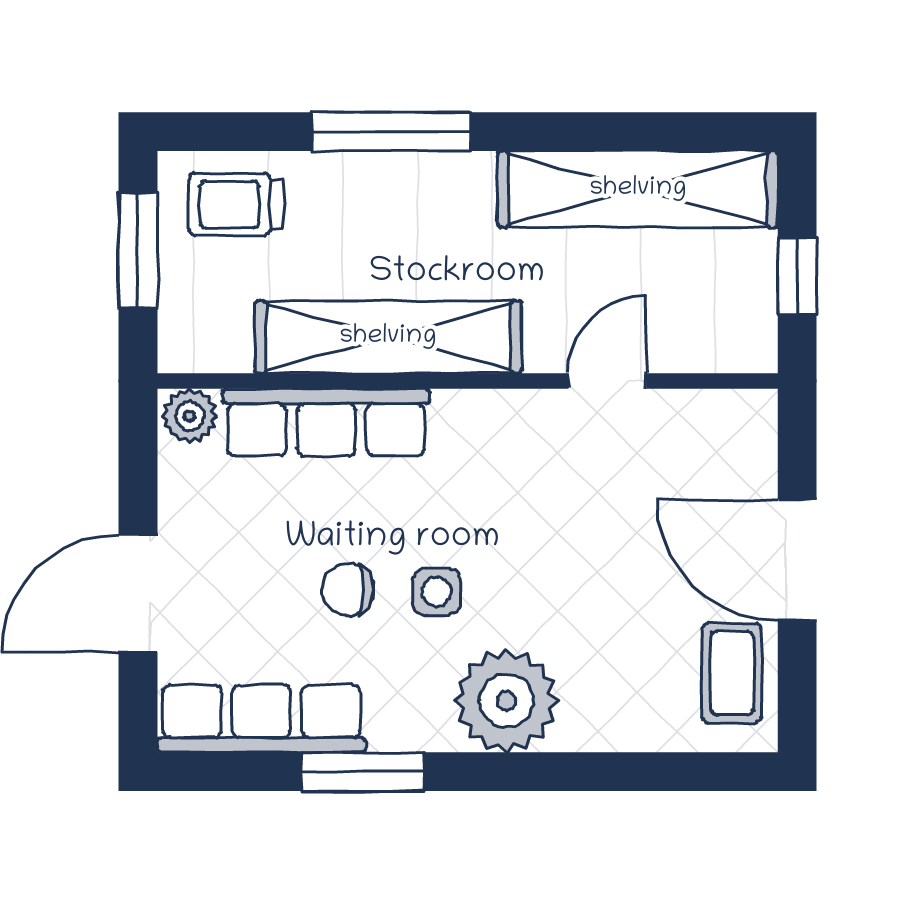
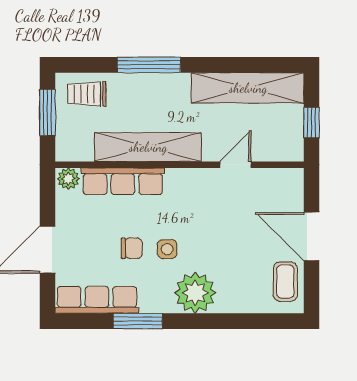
chair: (348, 590) -> (132, 248), turned 180

